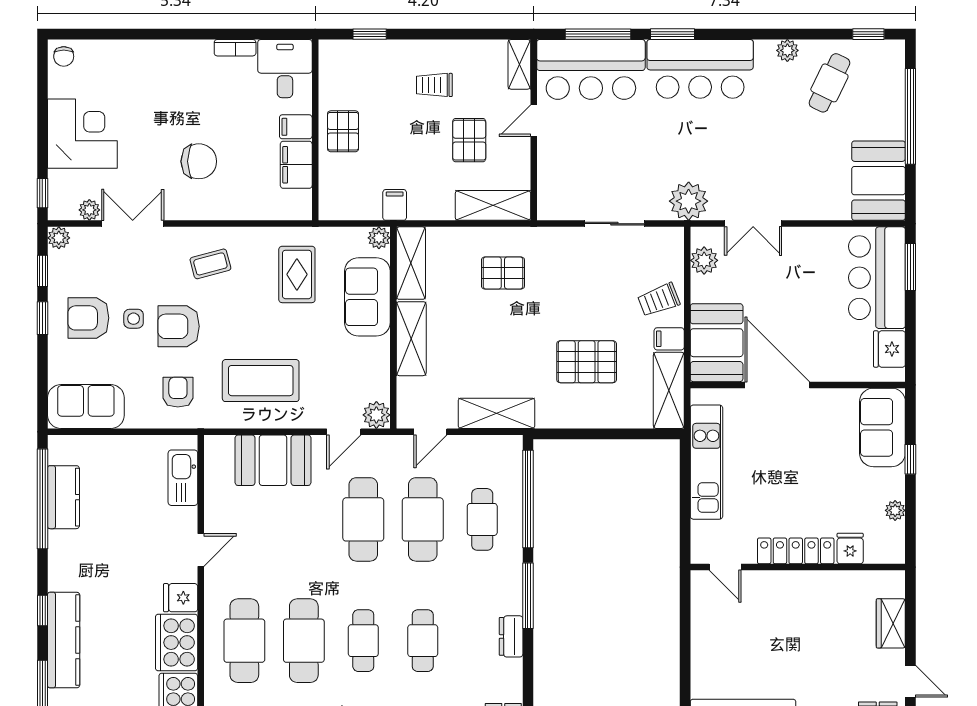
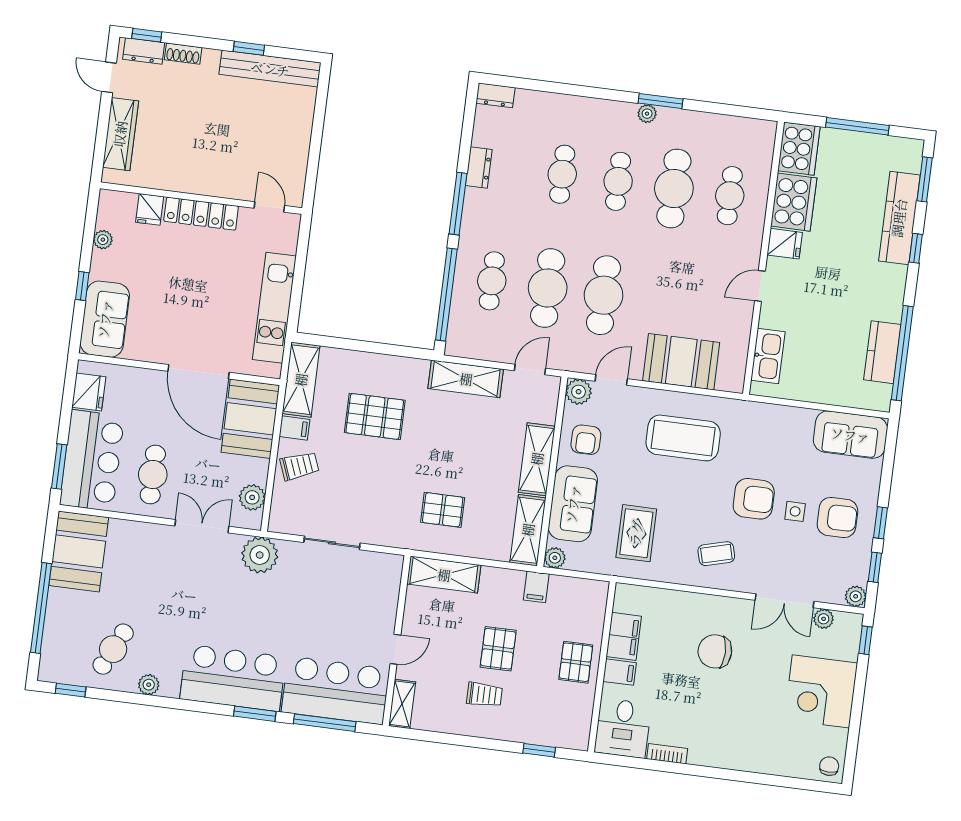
pallet: (469, 140) -> (498, 649), moved
cafe table: (811, 271) -> (153, 475), added
armchair: (178, 392) -> (586, 440), moved
wardrobe: (891, 623) -> (120, 134), width x1.50
cafe table: (244, 641) -> (730, 196), width x0.73, depth x0.74

